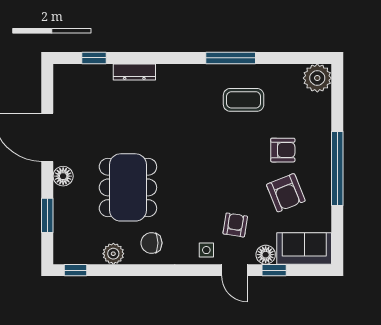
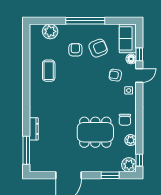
window: (94, 58) -> (26, 150), width x2.17
window: (231, 58) -> (26, 78), removed
plant: (317, 78) -> (50, 31), moved
floor lamp: (63, 176) -> (89, 167), removed
plant: (67, 251) -> (129, 165), added

